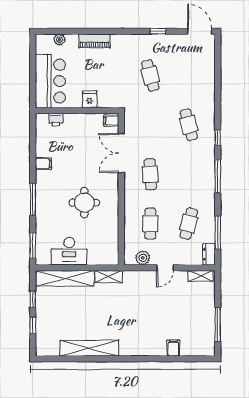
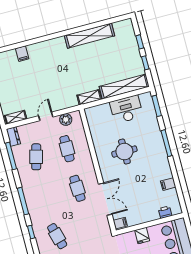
filing cabinet: (43, 164) -> (168, 184), moved

